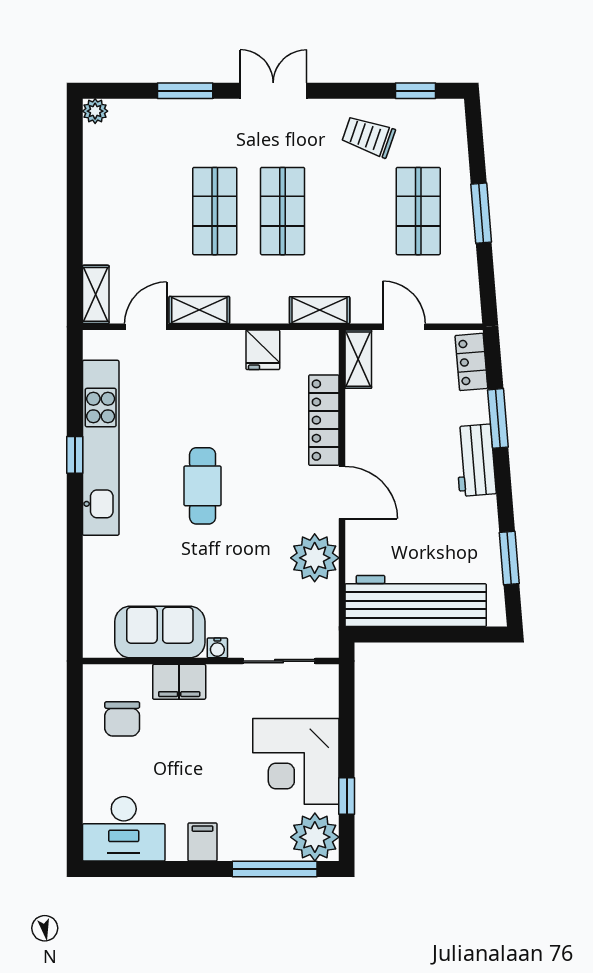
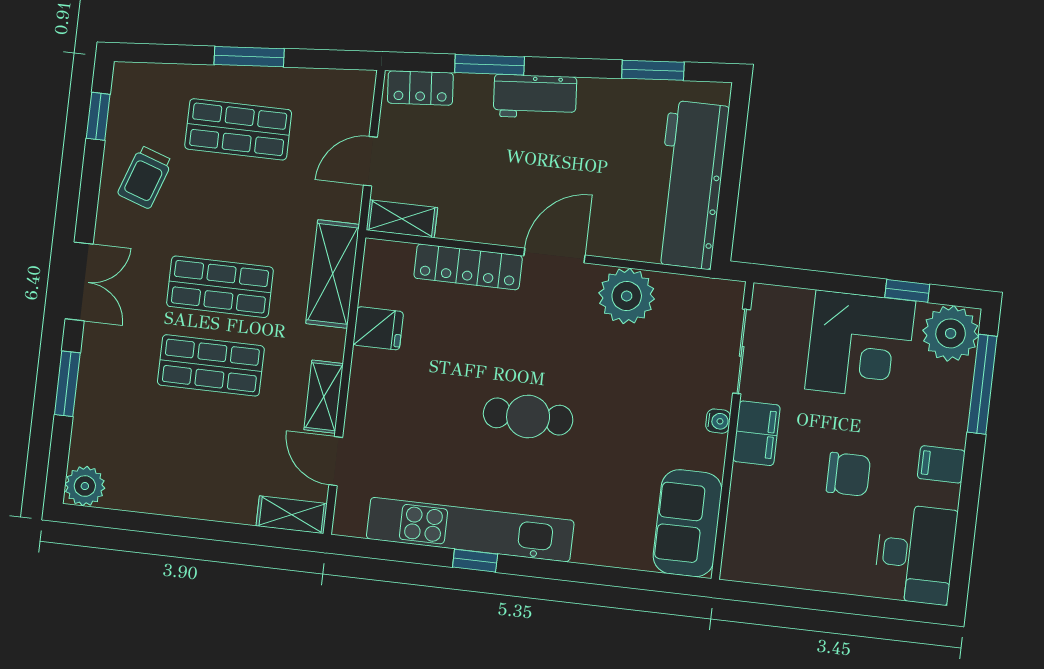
double door: (273, 91) -> (79, 281), swing flipped
plant: (95, 111) -> (85, 486), width x1.38, depth x1.38
shelving: (320, 310) -> (333, 274), width x1.50, depth x1.33
sofa: (160, 632) -> (688, 523), moved
filing cabinet: (179, 682) -> (756, 433), moved
chair: (122, 719) -> (848, 474), moved

